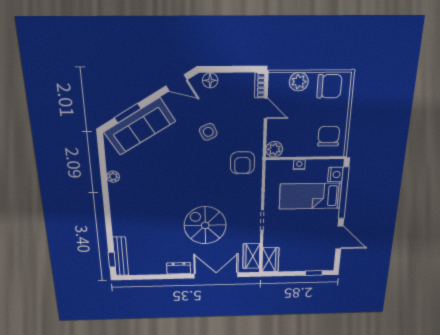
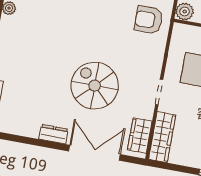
armchair: (242, 163) -> (149, 20), turned 90
wardrobe: (270, 260) -> (162, 137), width x1.50

